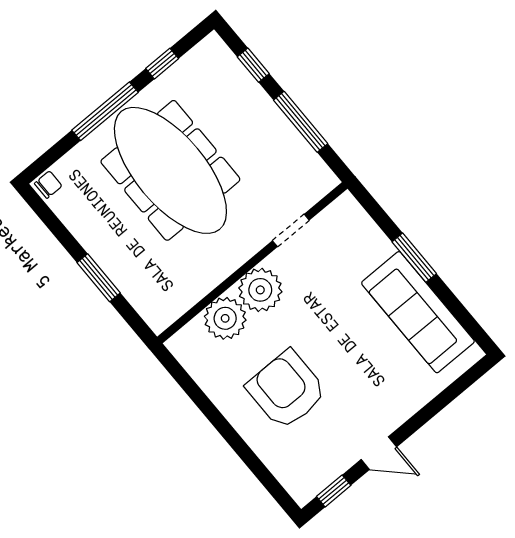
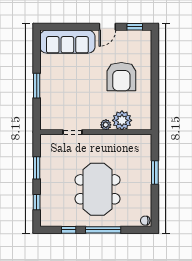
window: (301, 122) -> (37, 168), width x0.69
meeting table: (170, 170) -> (97, 189), width x0.73
plant: (260, 290) -> (106, 125), width x0.53, depth x0.53
sofa: (418, 312) -> (67, 42), moved, turned 90
door: (379, 453) -> (107, 27), swing flipped

